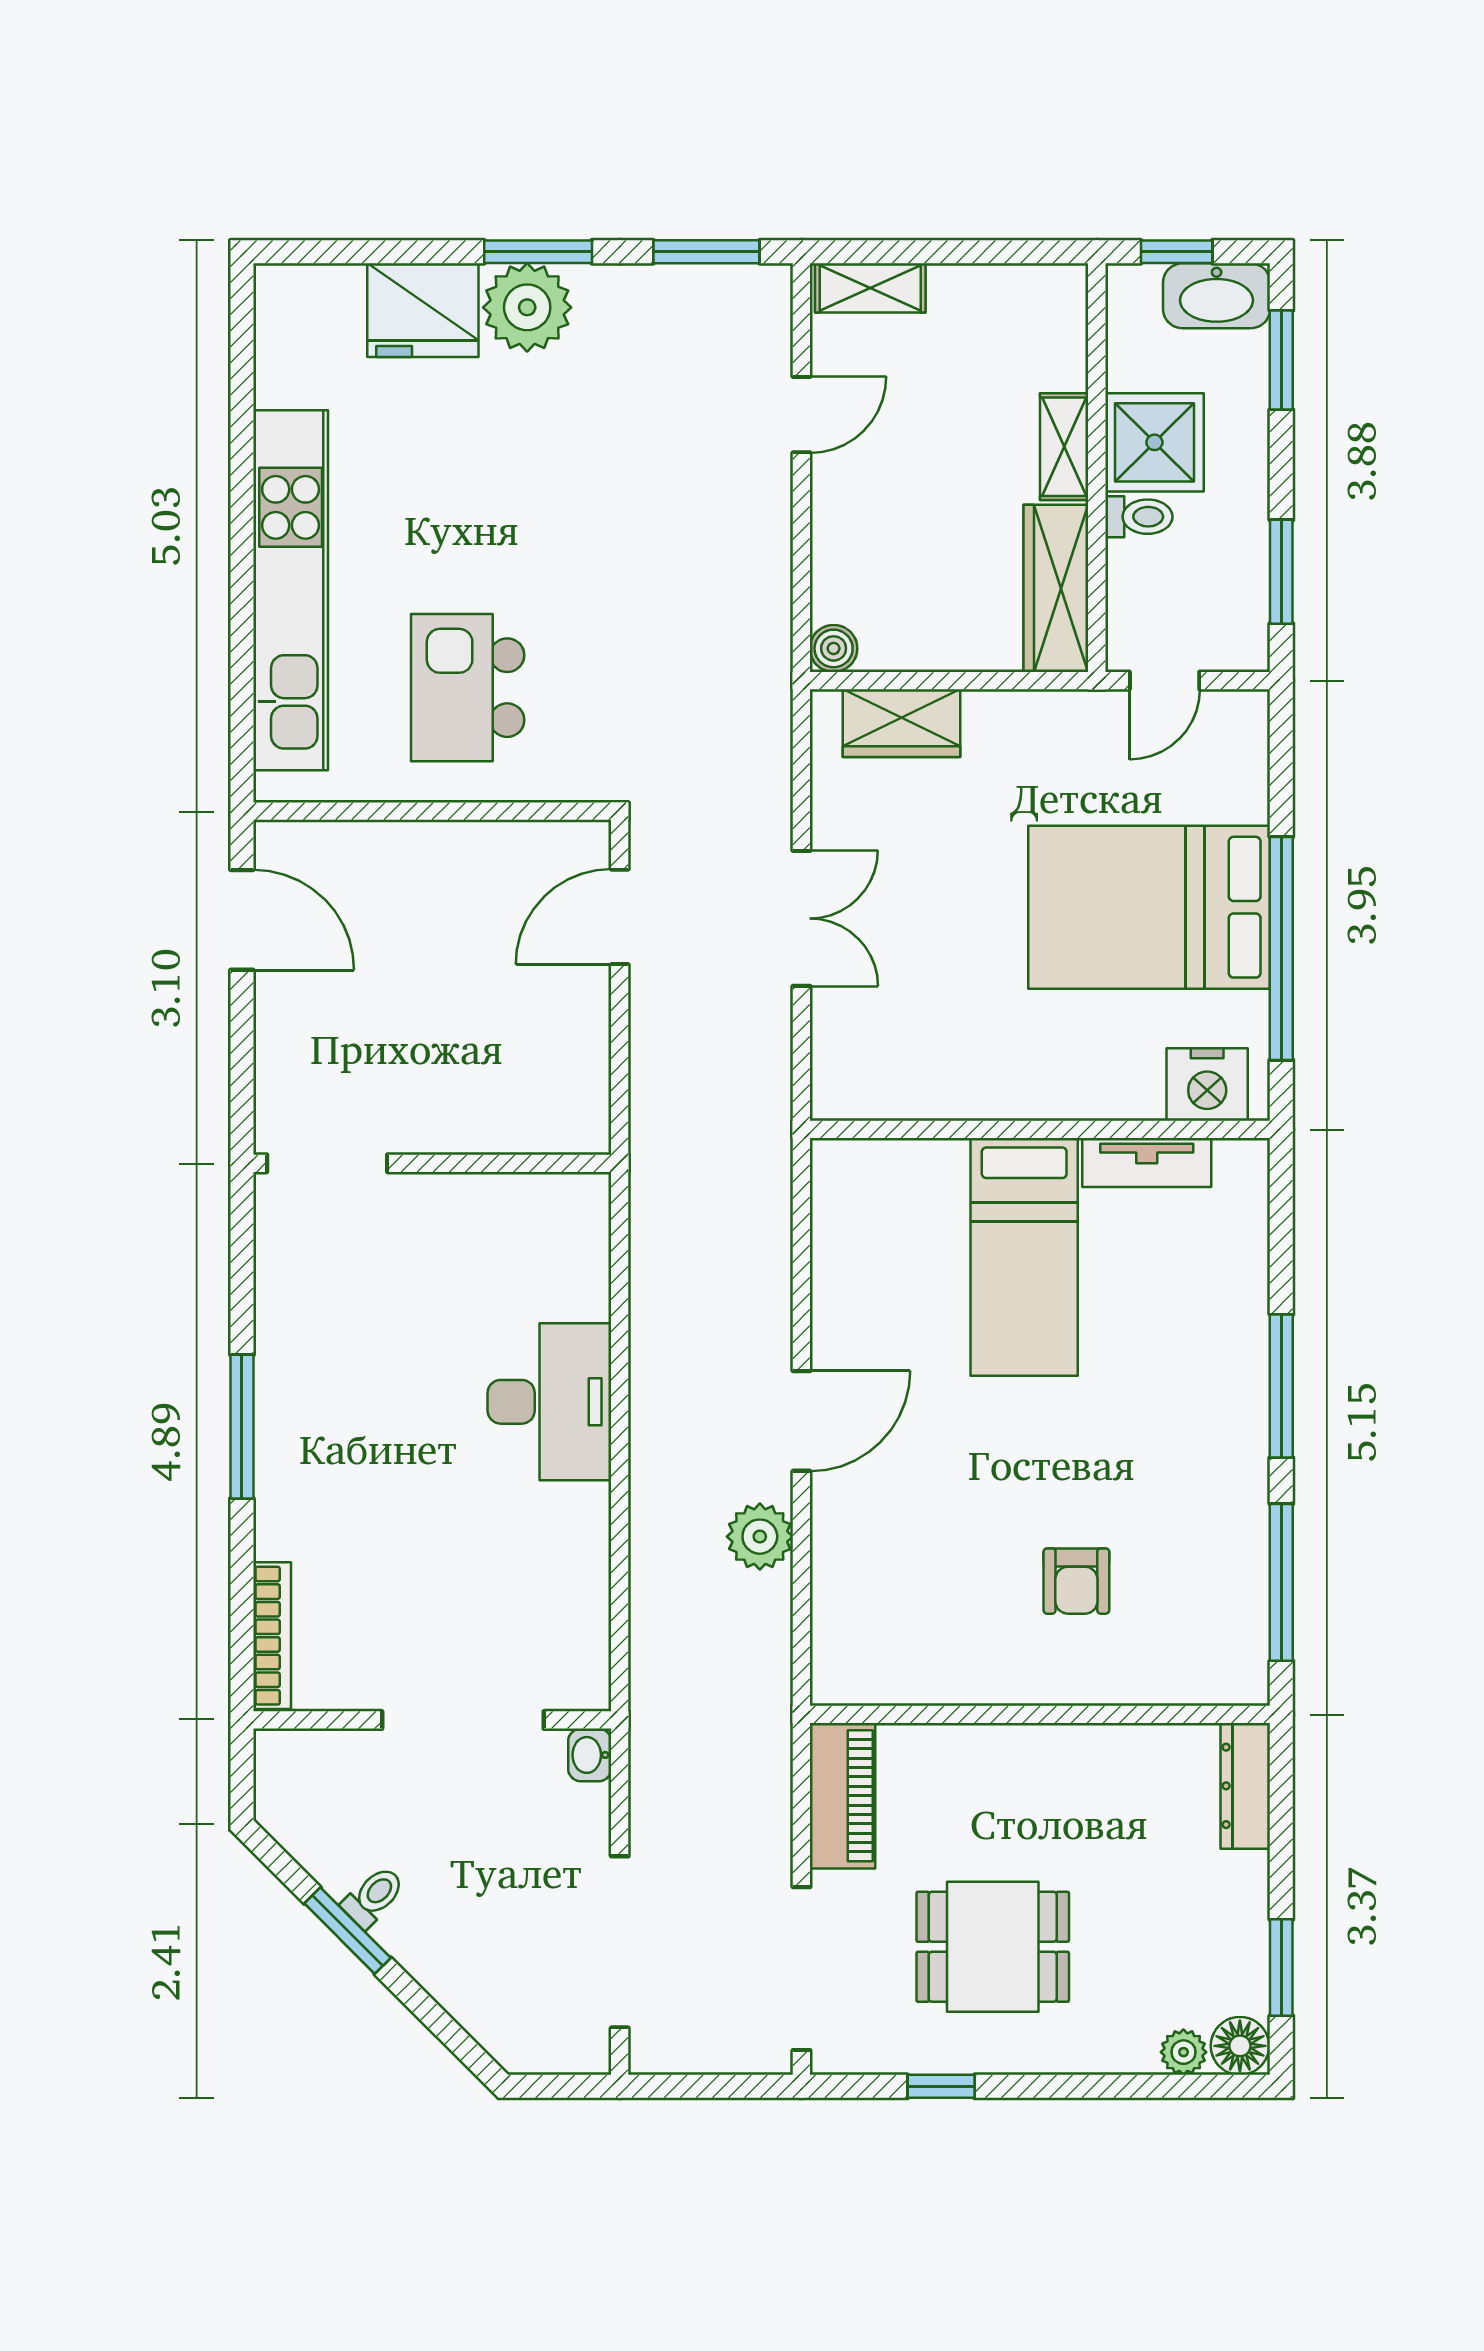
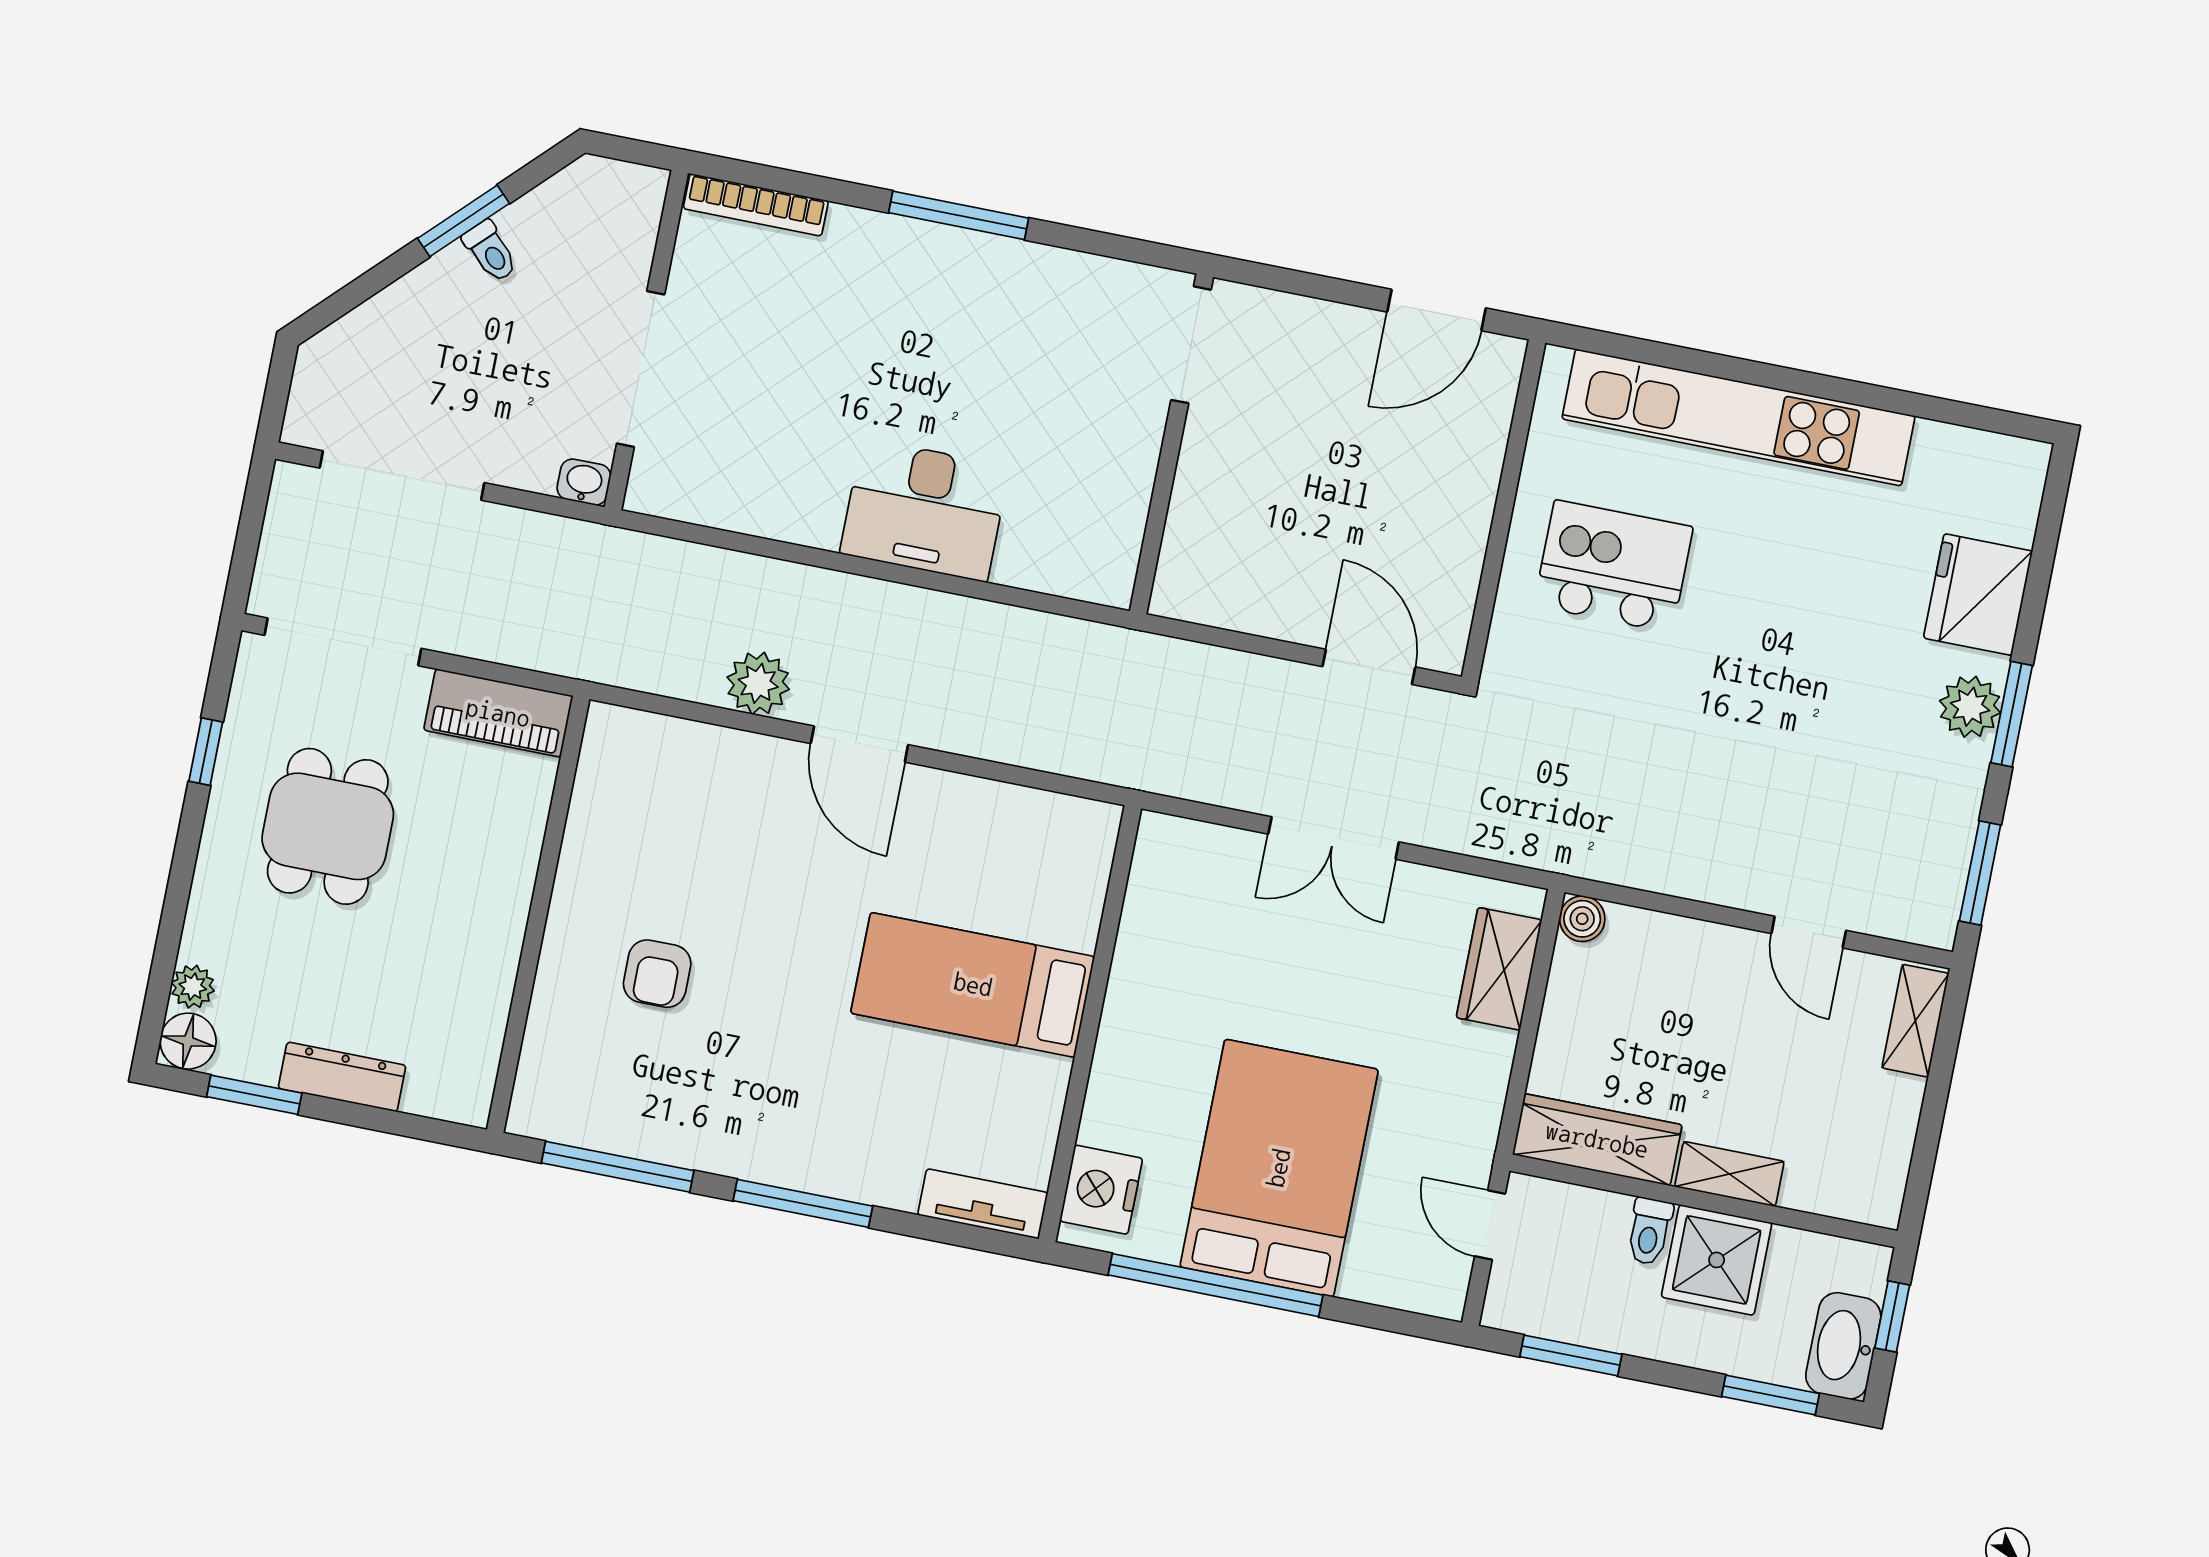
plant: (527, 307) -> (1970, 707), width x0.73, depth x0.73
tv unit: (1147, 1162) -> (983, 1204), moved, turned 90
armchair: (1076, 1581) -> (657, 974), turned -90
dresser: (1245, 1786) -> (342, 1077), moved

